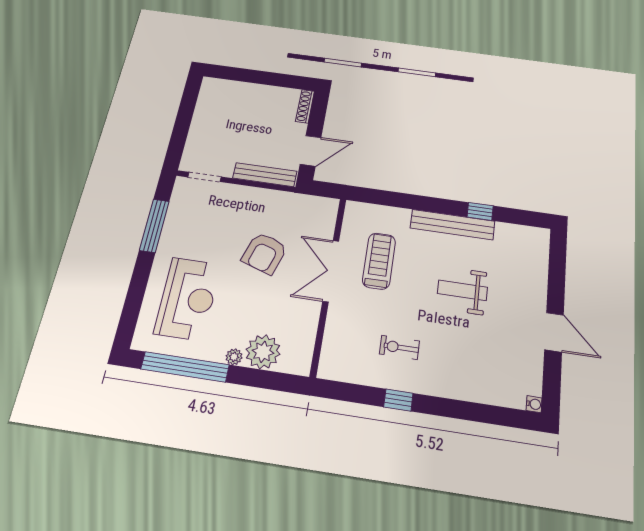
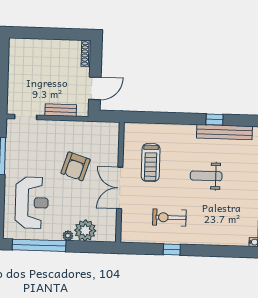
bench: (265, 175) -> (61, 110), width x0.73
bench: (452, 225) -> (224, 132), moved
treadmill: (379, 261) -> (151, 163), turned 180
double door: (331, 271) -> (120, 188), moved
exercise bike: (399, 347) -> (169, 217), width x1.38, depth x1.39

